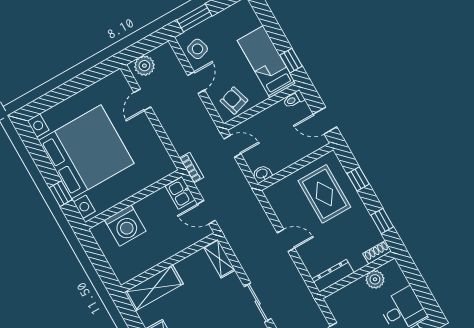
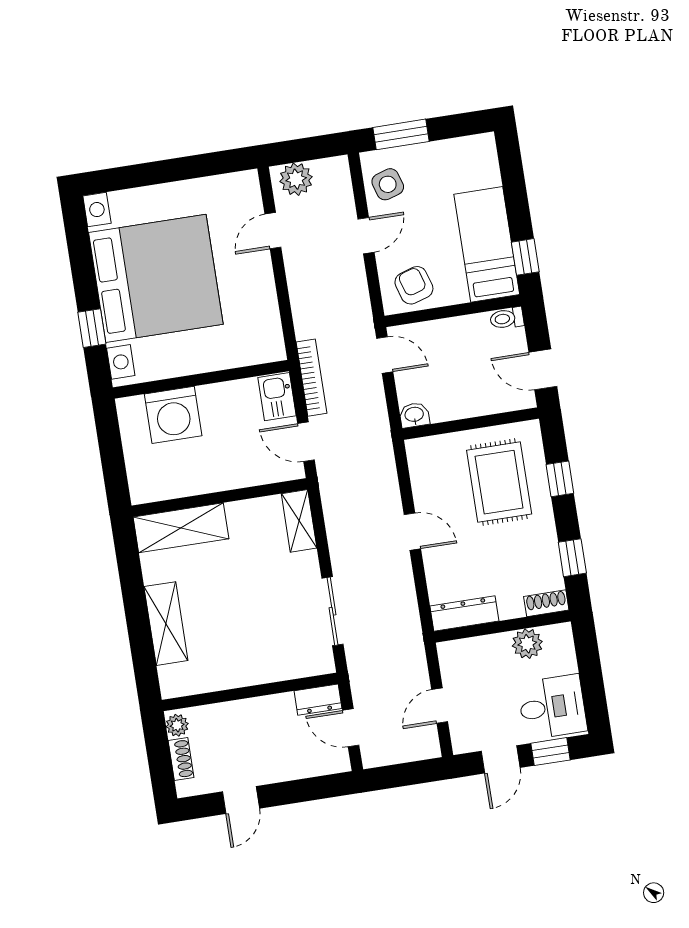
bookcase: (192, 168) -> (311, 378), width x1.56

